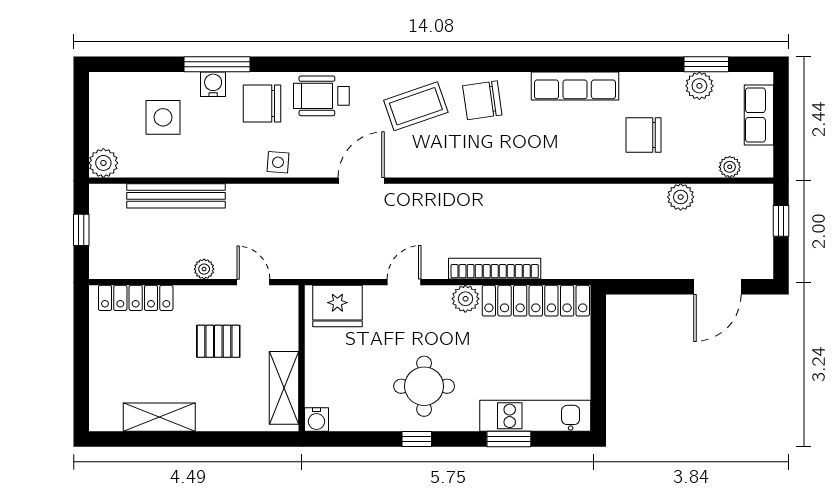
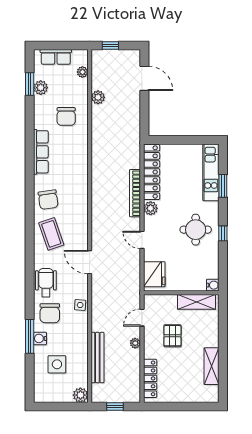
wheelchair: (321, 96) -> (46, 283), turned 180

